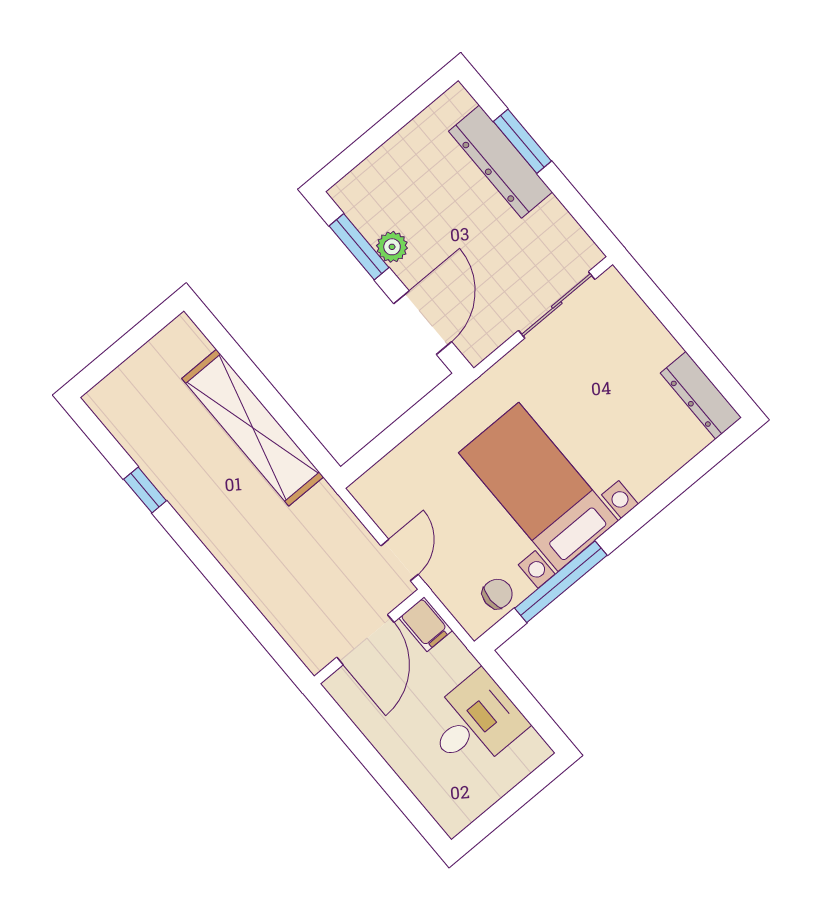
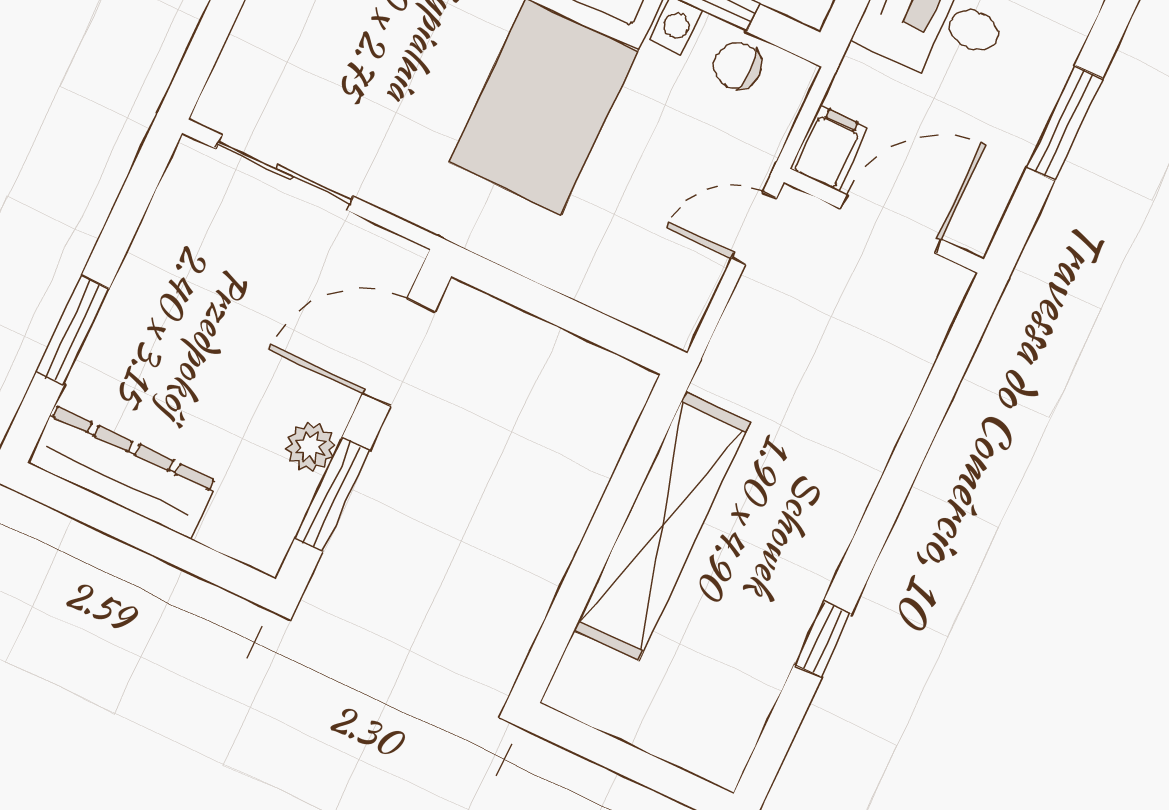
dresser: (500, 162) -> (122, 472), moved, turned -90
window: (377, 766) -> (1064, 123), added

